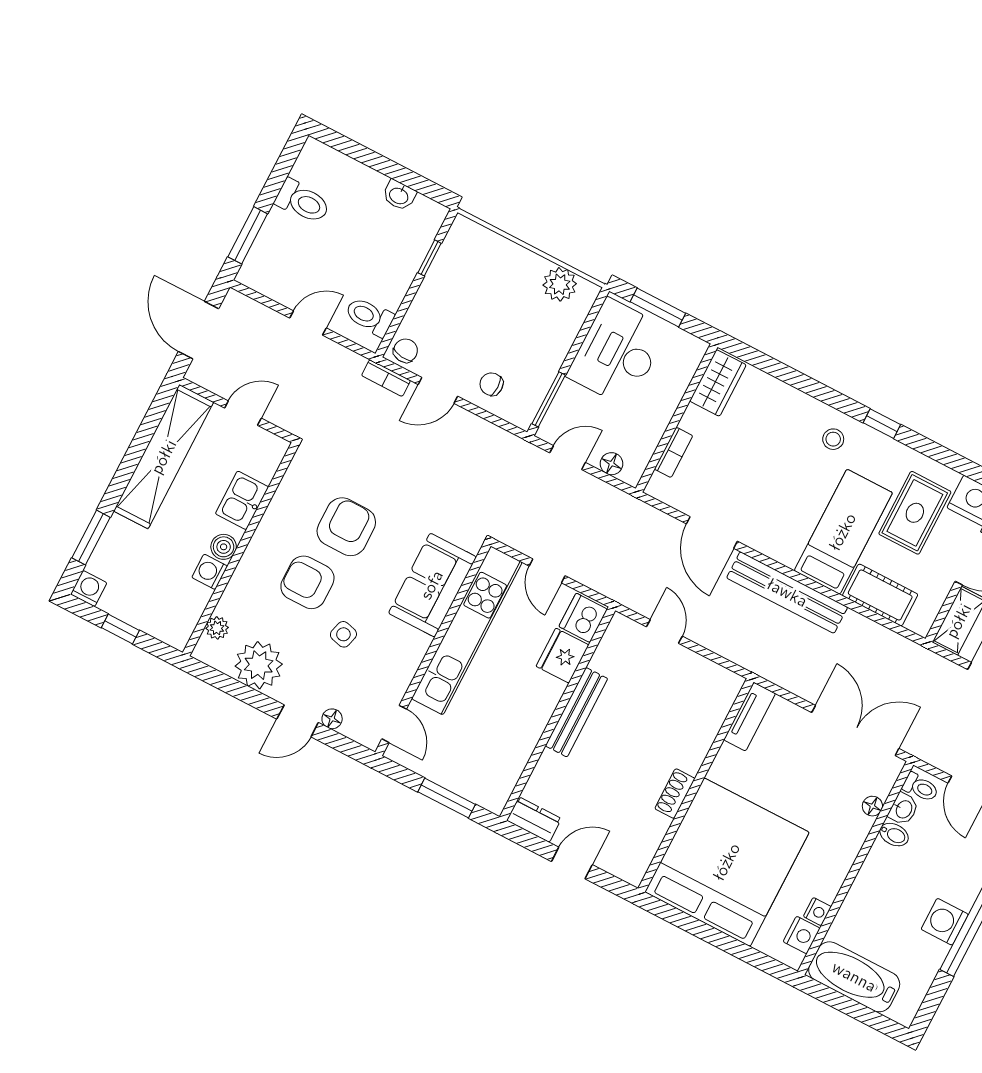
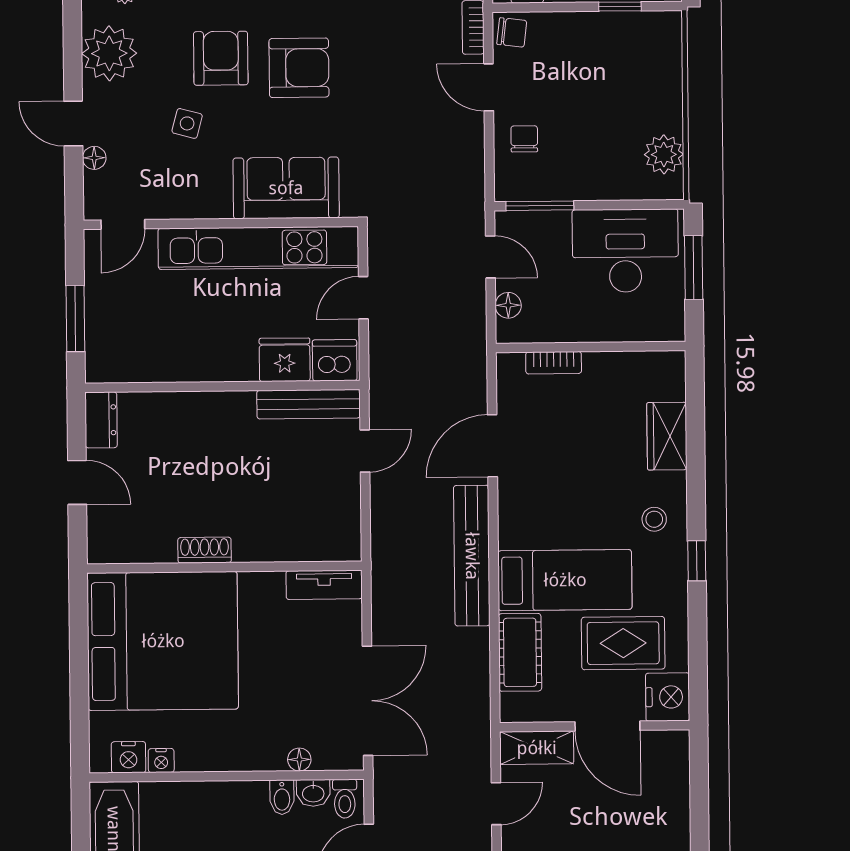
wardrobe: (718, 383) -> (667, 436), moved, turned 90
bench: (576, 712) -> (309, 404), moved

